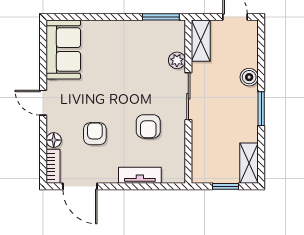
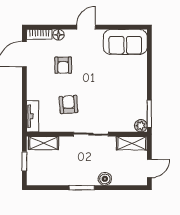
plant: (177, 60) -> (141, 126), moved
armchair: (148, 126) -> (69, 104), turned 86
armchair: (95, 134) -> (63, 65), turned 90
shelving: (249, 163) -> (43, 143), moved
tv unit: (140, 175) -> (33, 116), moved

